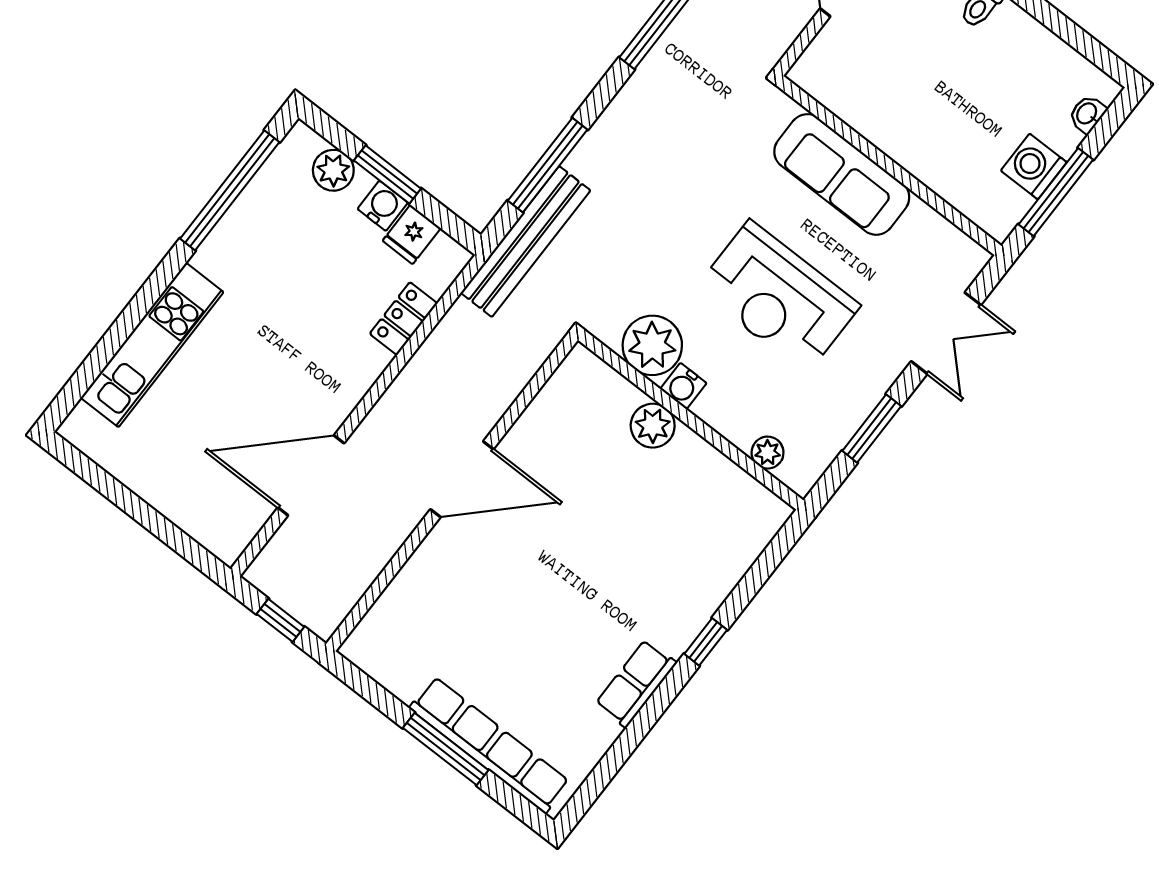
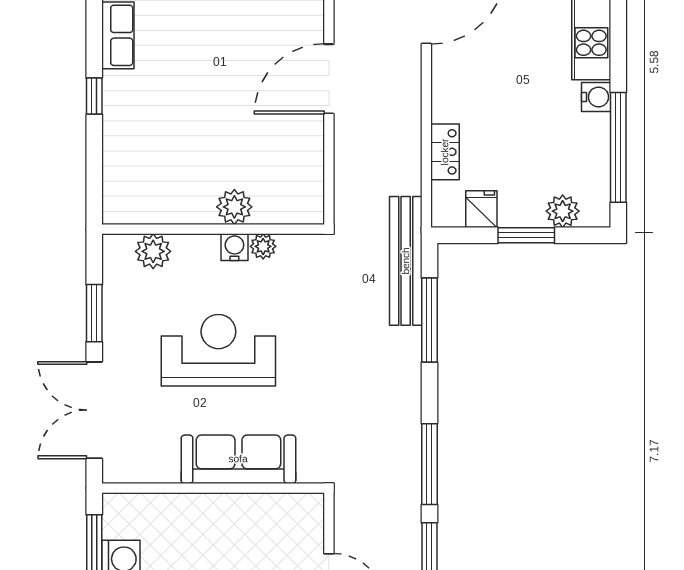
water cooler: (383, 206) -> (596, 97), moved, turned -90
double door: (946, 333) -> (94, 410), width x1.37
plant: (652, 345) -> (263, 246), width x0.53, depth x0.53
plant: (768, 453) -> (153, 251), width x1.38, depth x1.38

